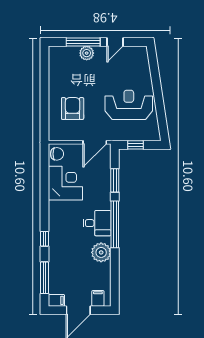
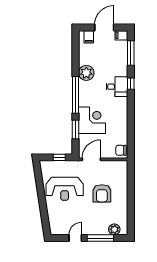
plant: (87, 53) -> (114, 229), moved
armchair: (73, 108) -> (102, 193), moved
corner desk: (65, 183) -> (92, 120), moved, turned 180
desk: (97, 223) -> (117, 87), moved, turned 180

